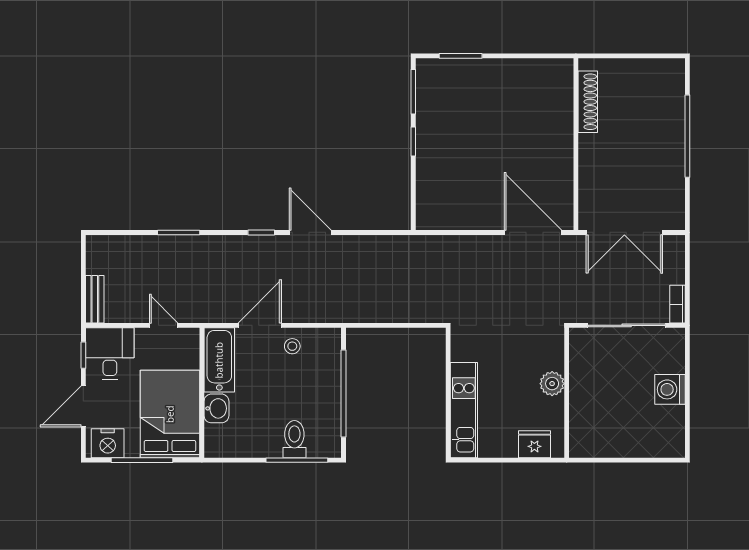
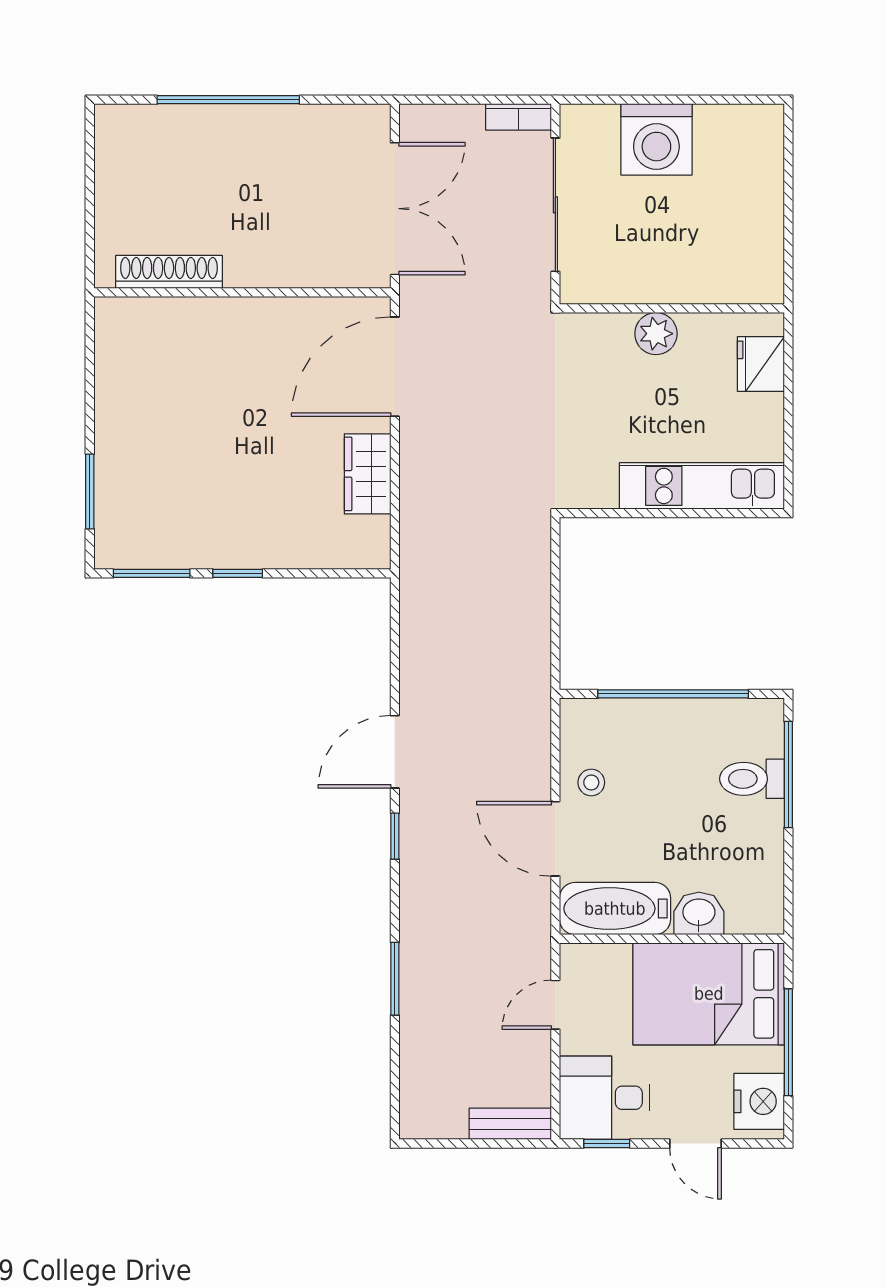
wardrobe: (471, 217) -> (368, 474), added
washing machine: (670, 389) -> (656, 139), width x1.37, depth x1.37
door: (83, 406) -> (696, 1143), width x0.73

